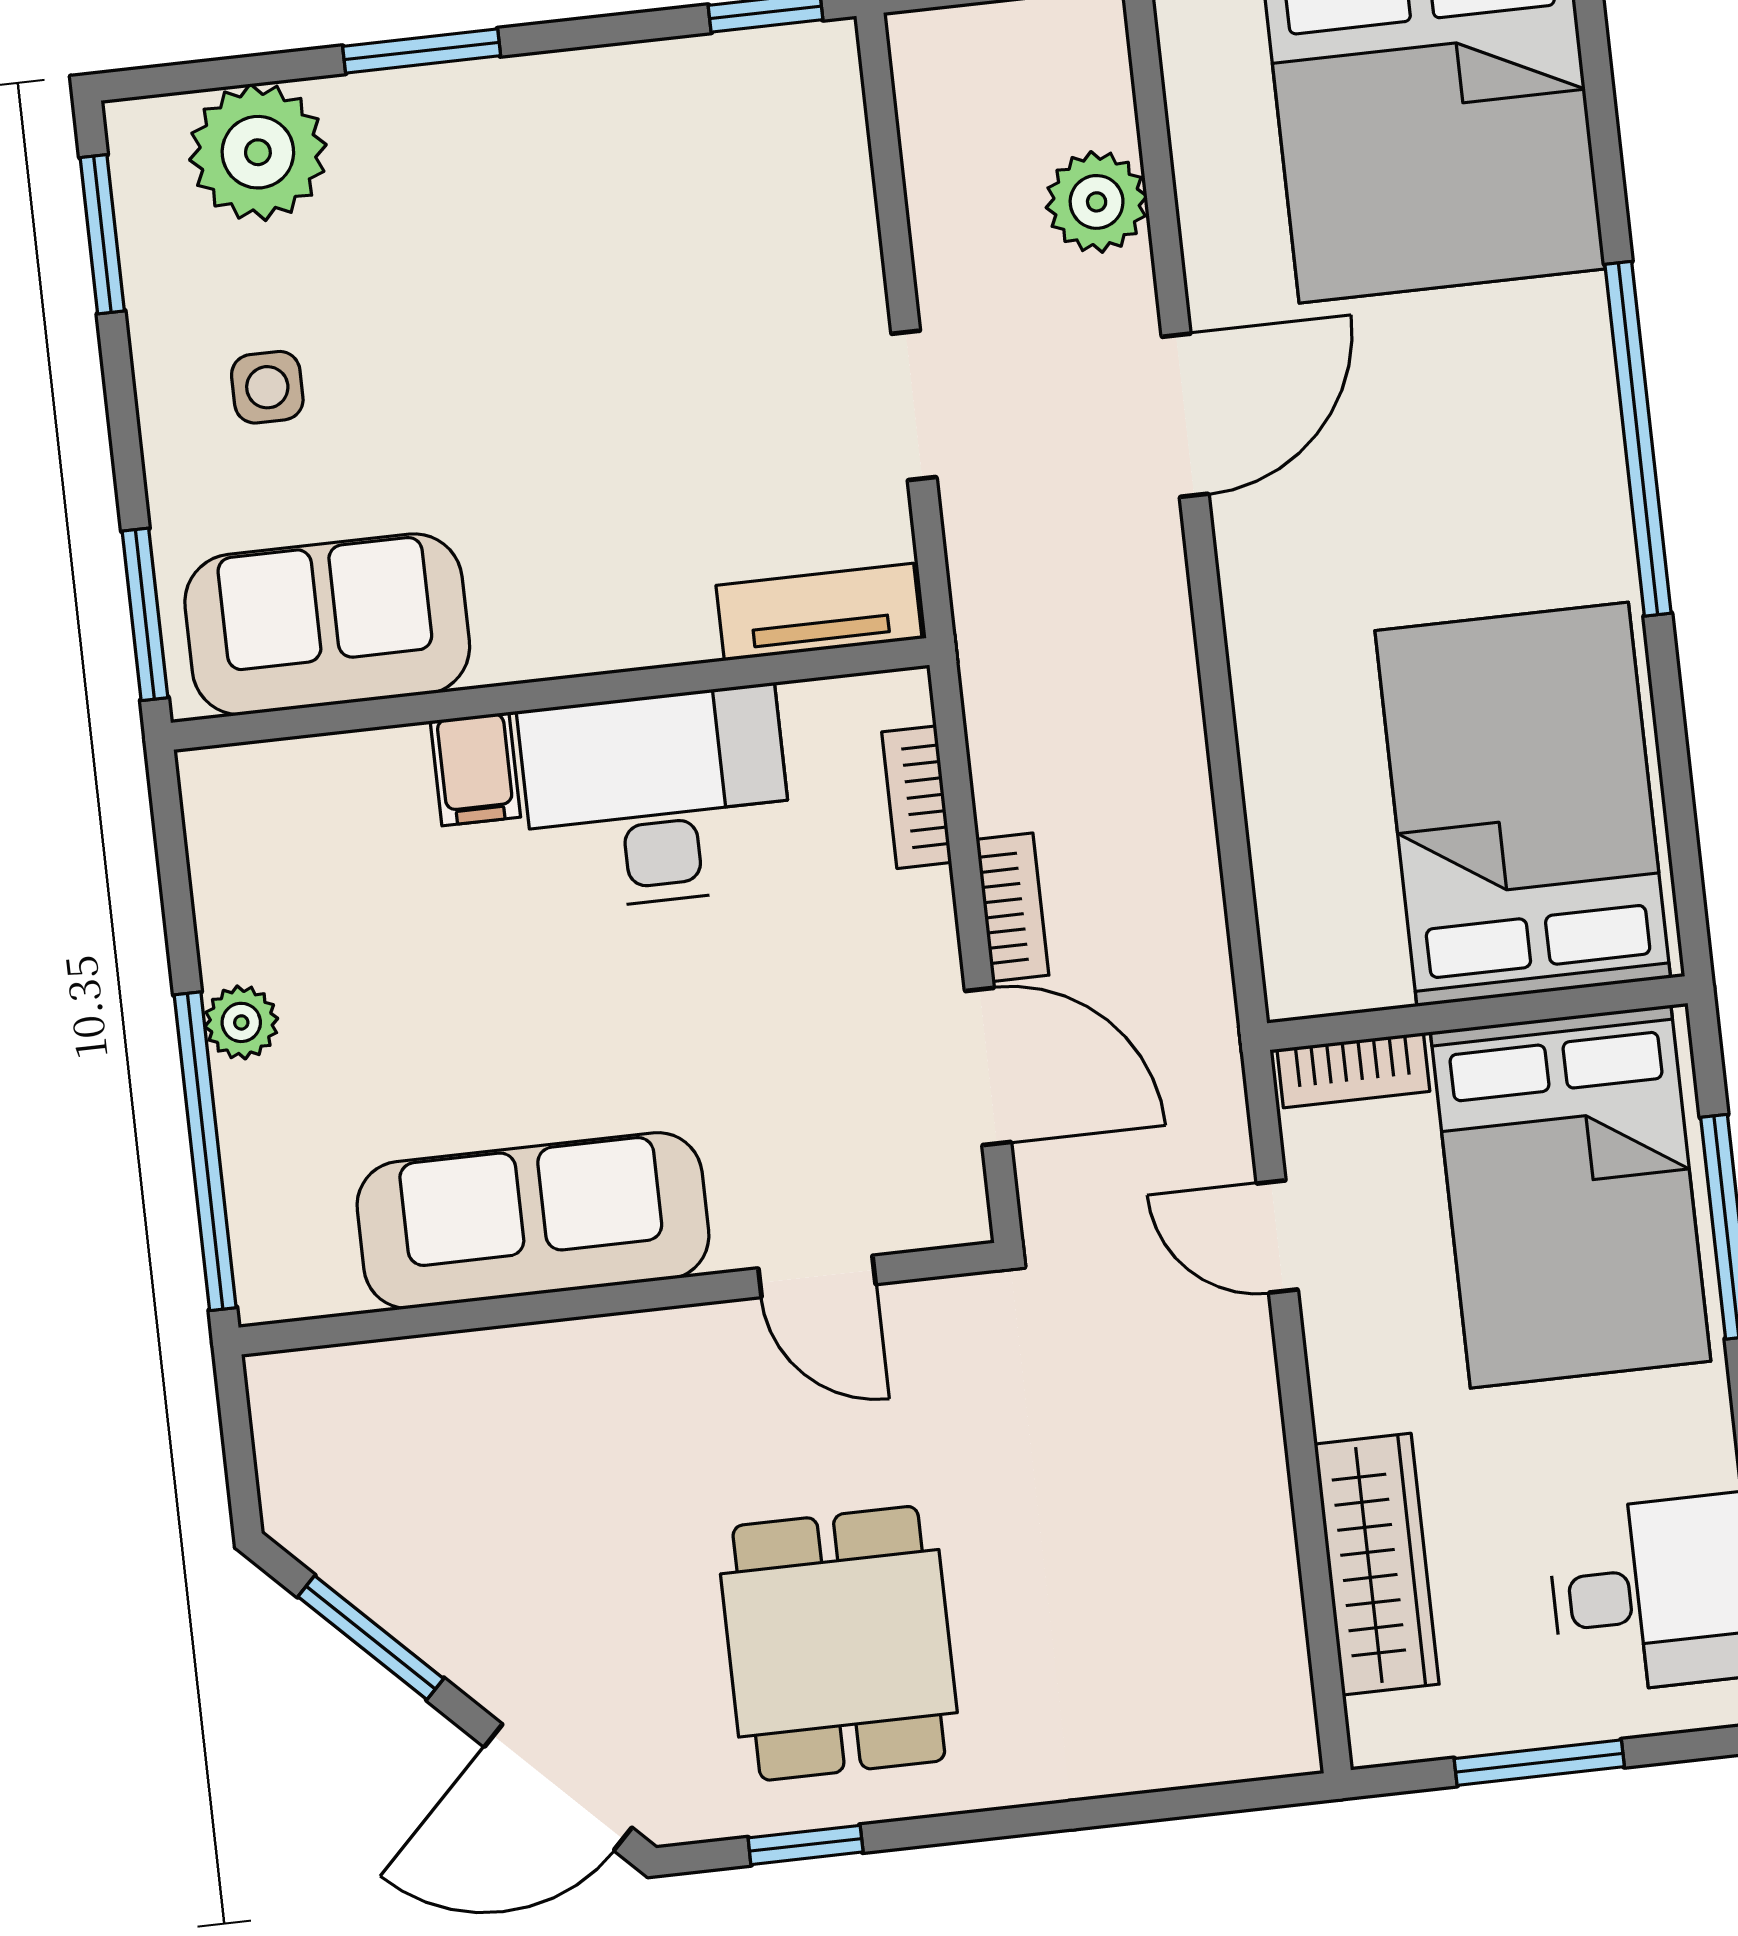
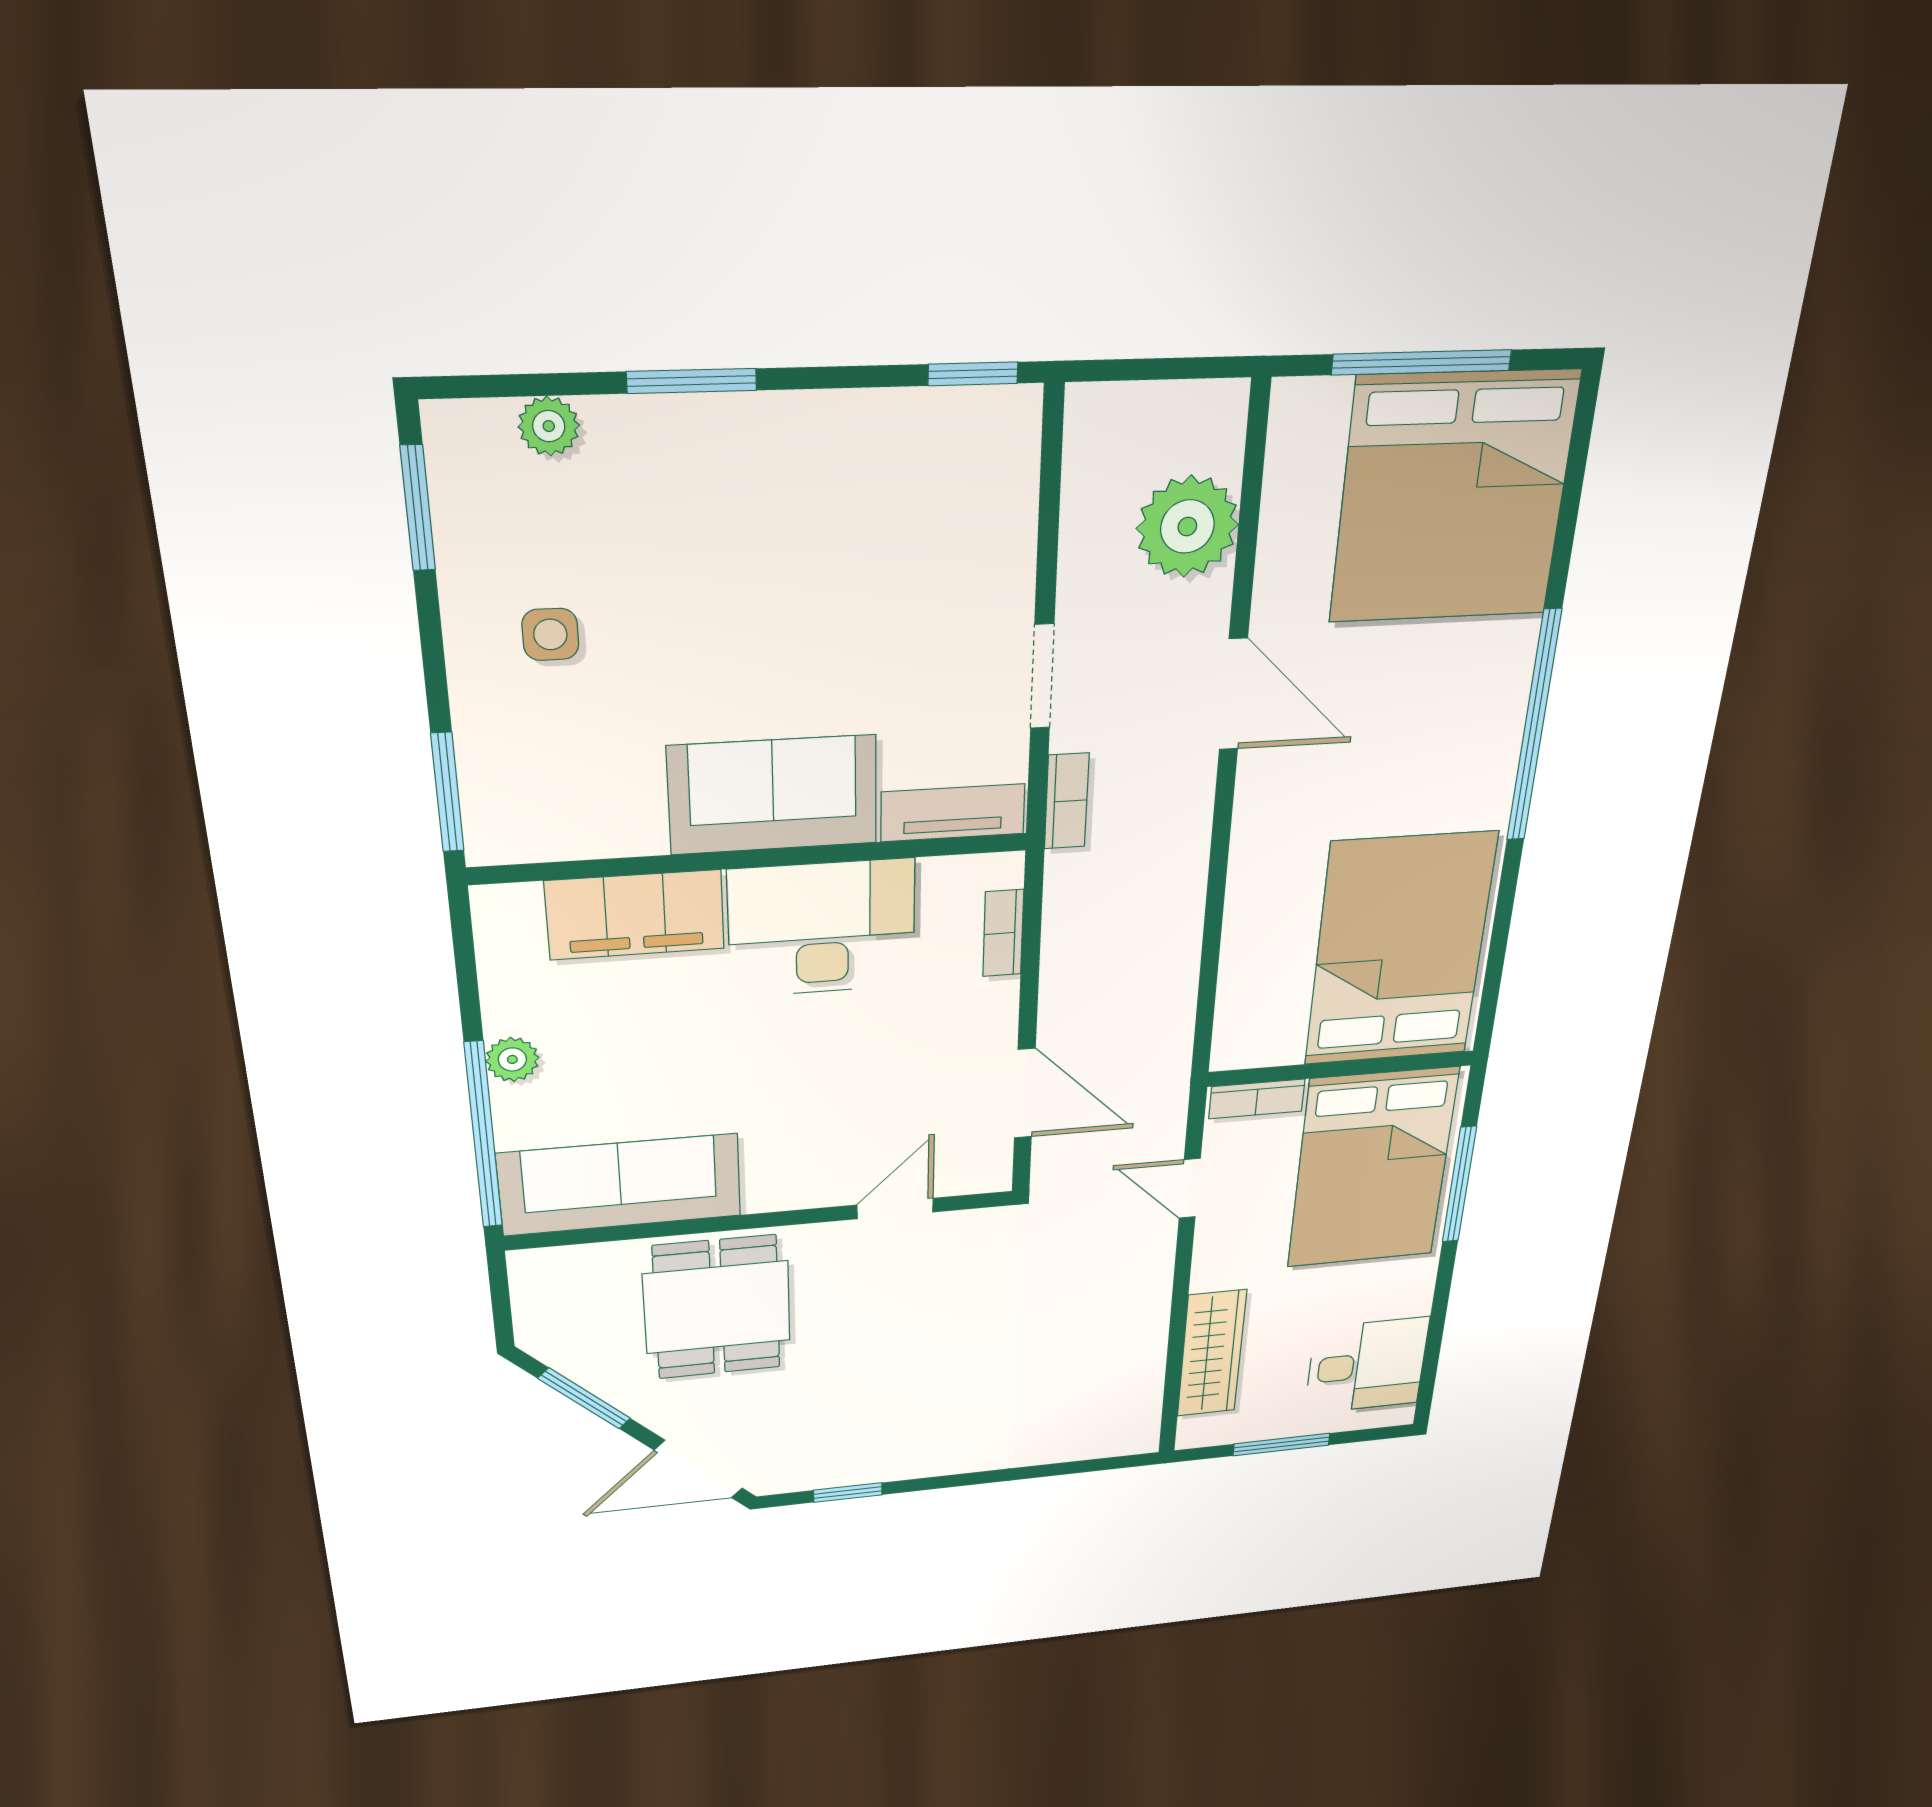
plant: (258, 152) -> (549, 426), width x0.53, depth x0.53
plant: (1097, 202) -> (1187, 527), width x1.36, depth x1.36
door: (1185, 415) -> (1233, 694), hinge flipped
sofa: (327, 624) -> (773, 795), moved
filing cabinet: (475, 769) -> (635, 915), width x3.00, depth x1.17
bookcase: (1013, 907) -> (1067, 801), moved
sofa: (533, 1221) -> (620, 1185), moved
door: (817, 1276) -> (895, 1209), swing flipped
dining table: (839, 1643) -> (717, 1307), moved

